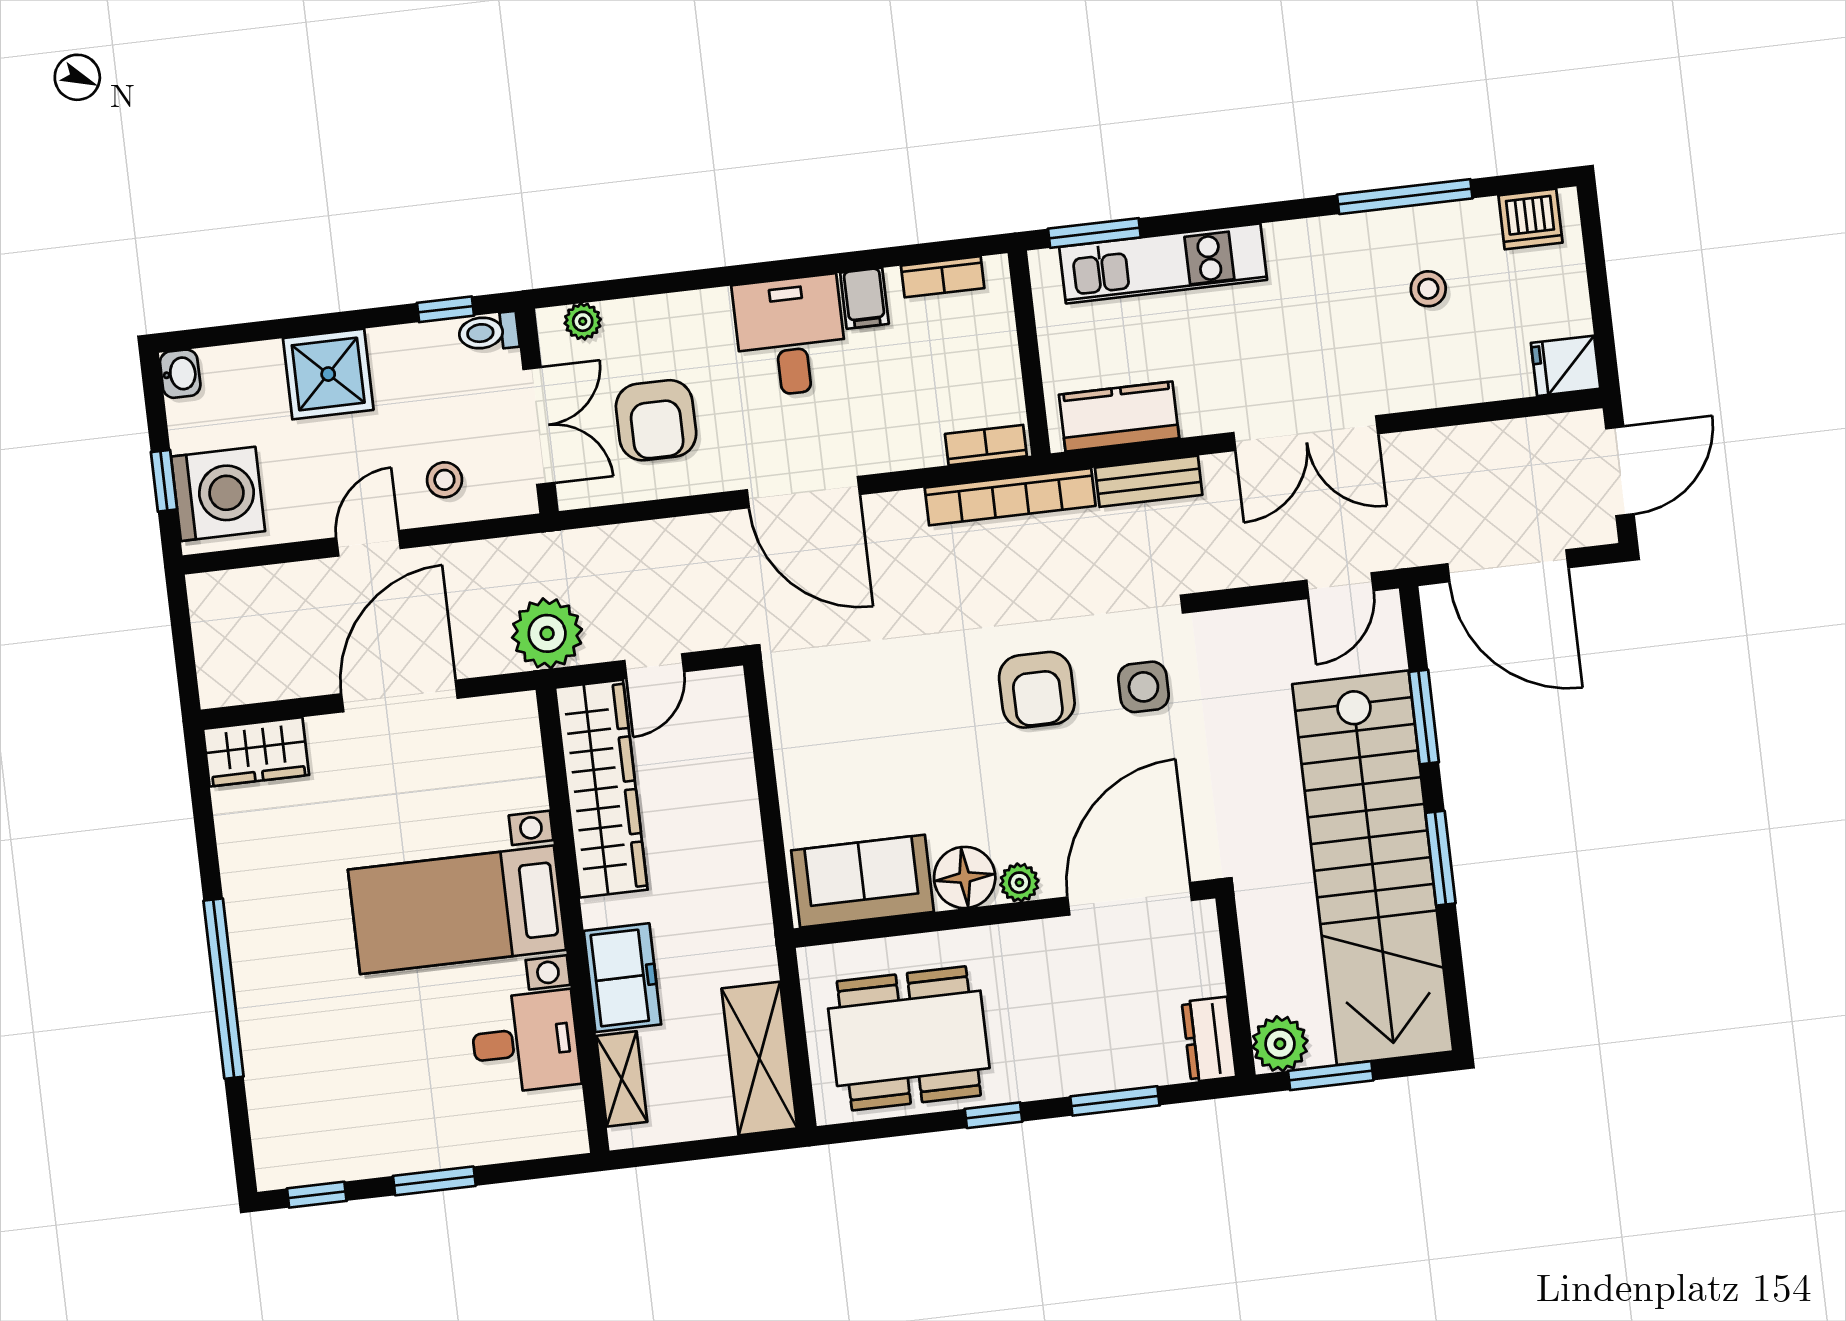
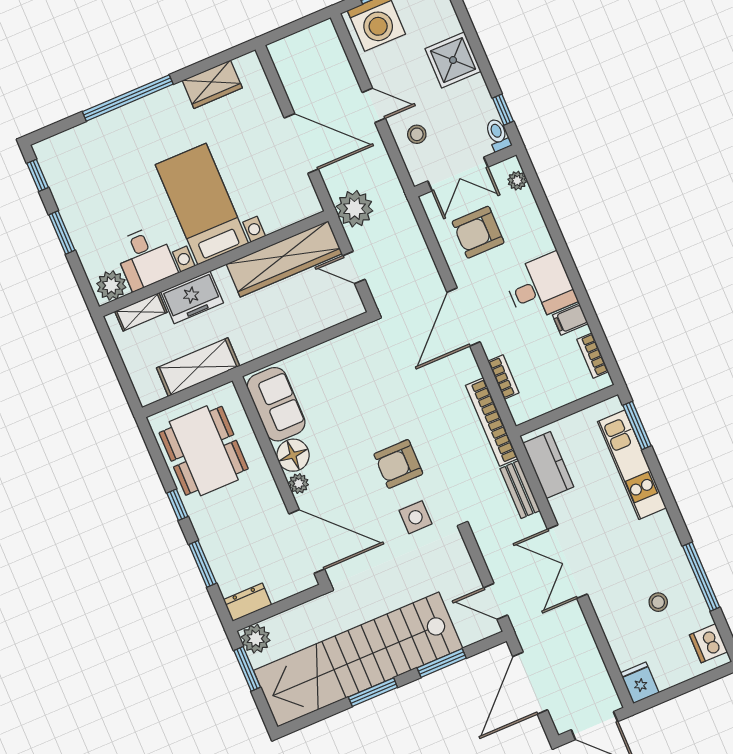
bookcase: (986, 445) -> (504, 377), moved
wardrobe: (256, 752) -> (212, 84), moved, turned -90
shelving: (759, 1058) -> (198, 367), moved
plant: (557, 1119) -> (111, 285), added

